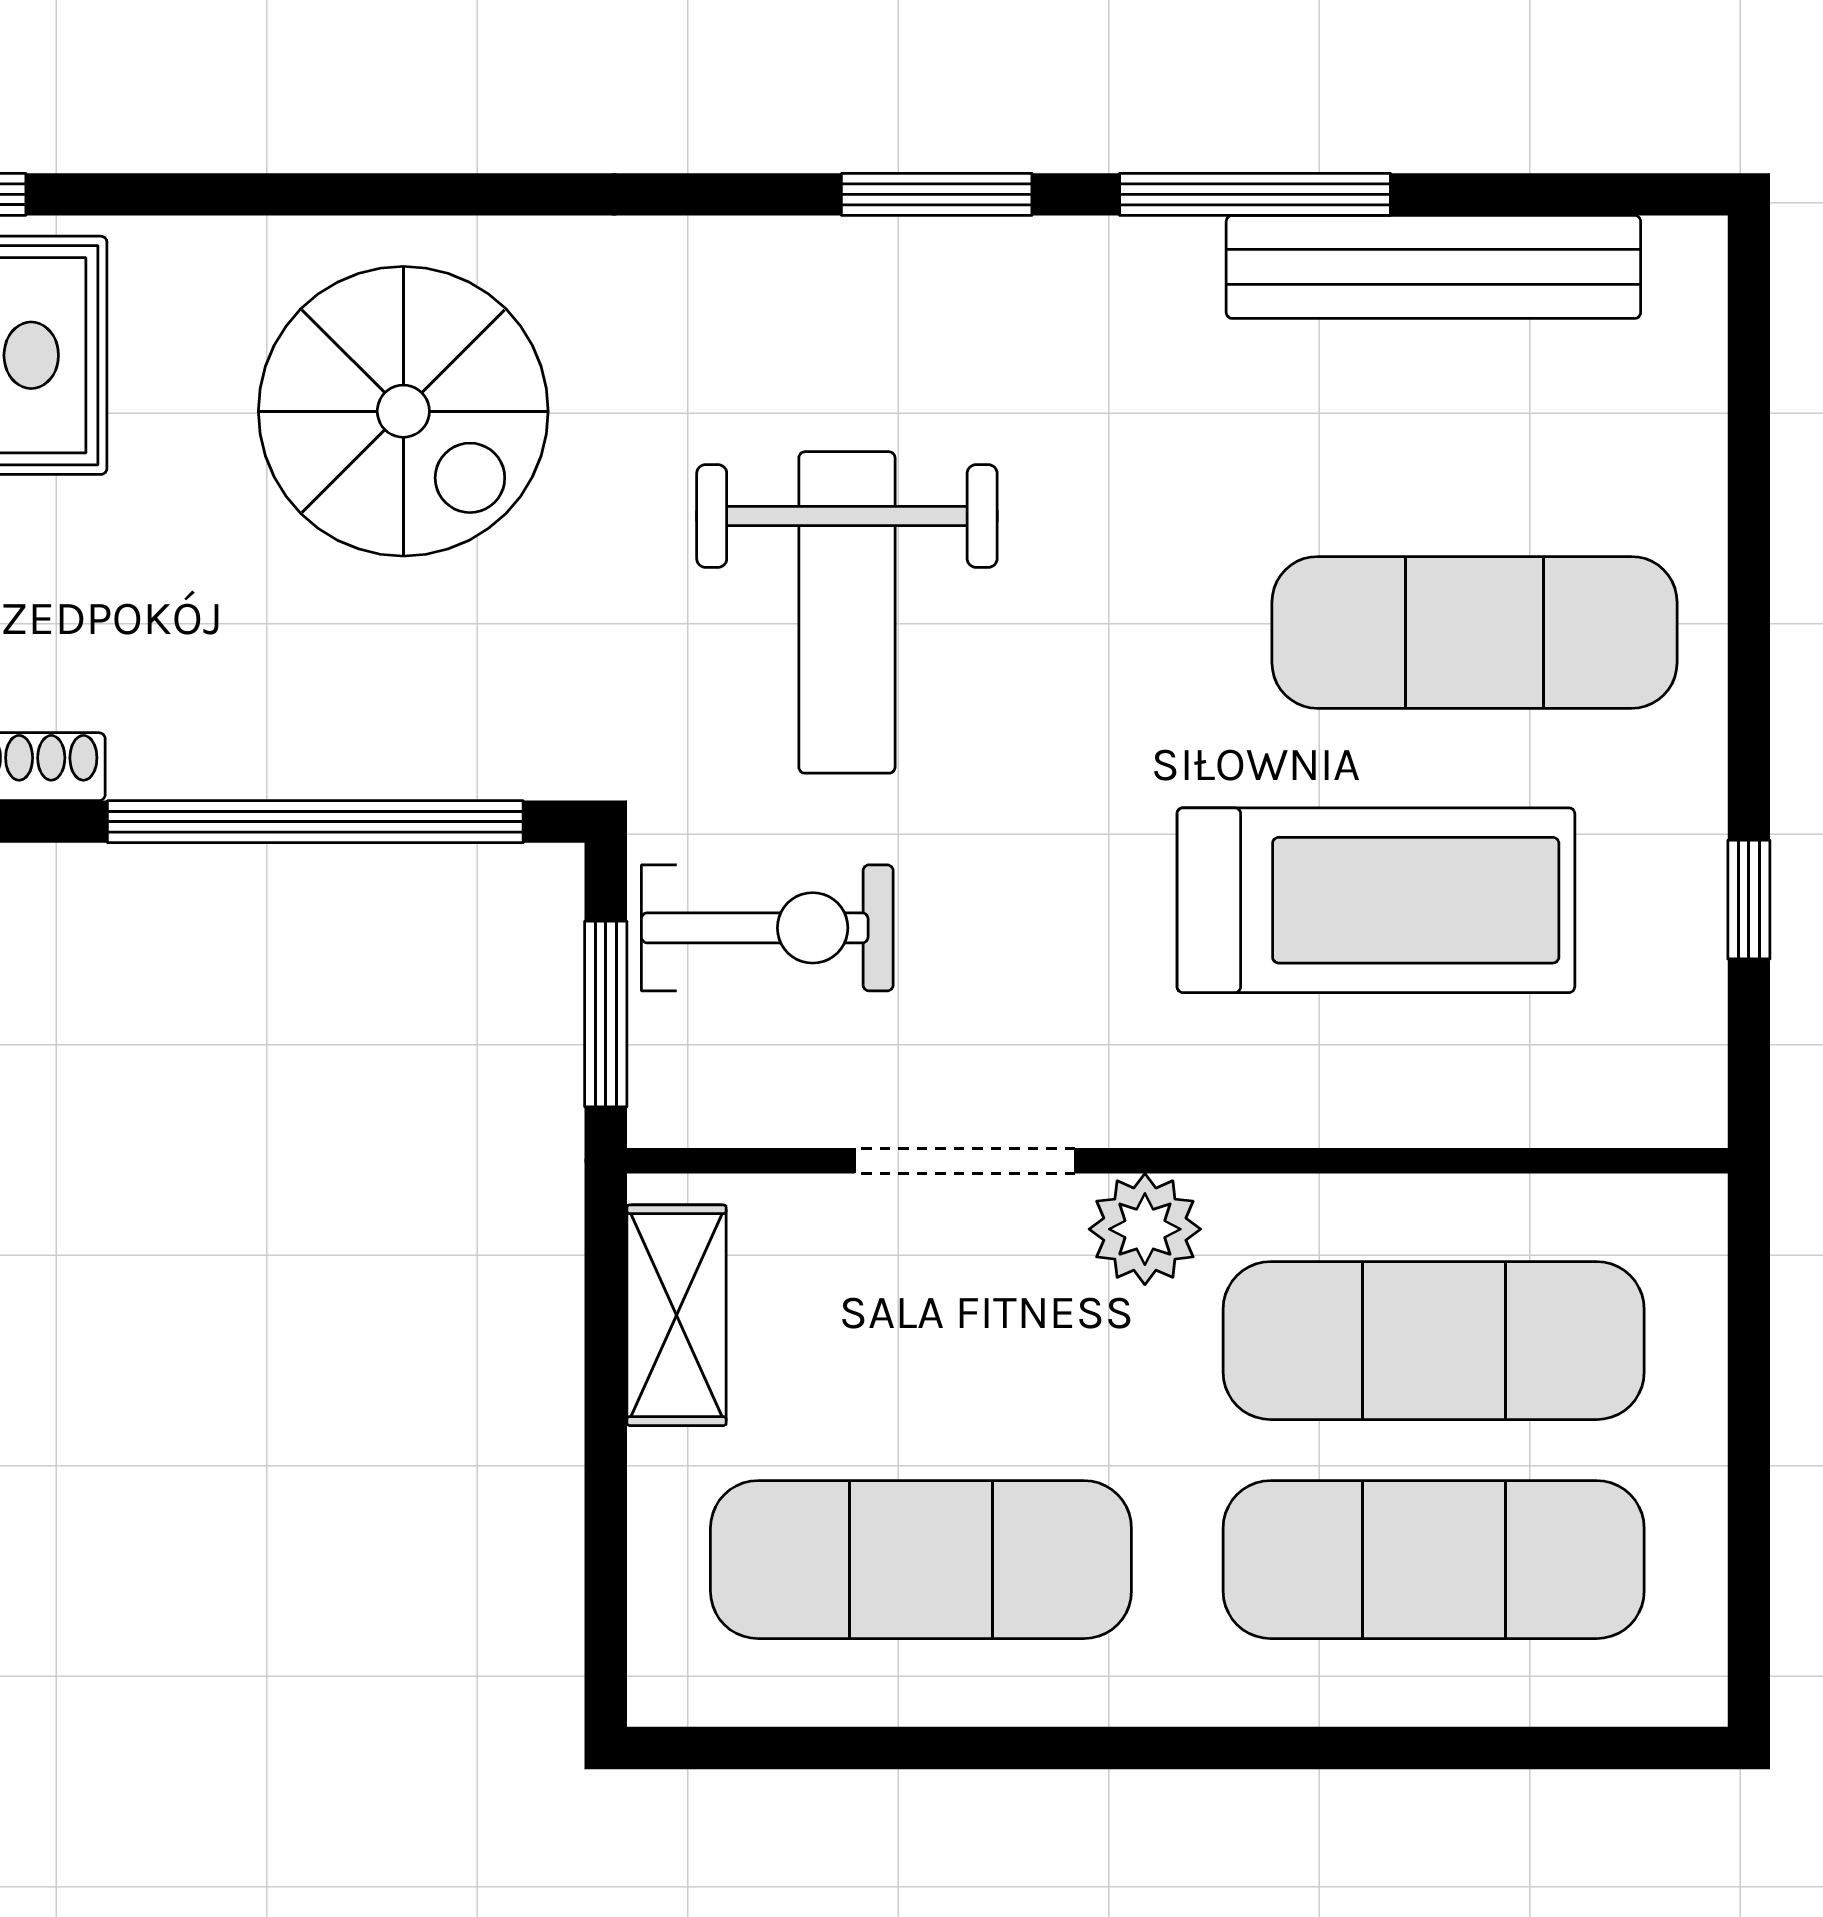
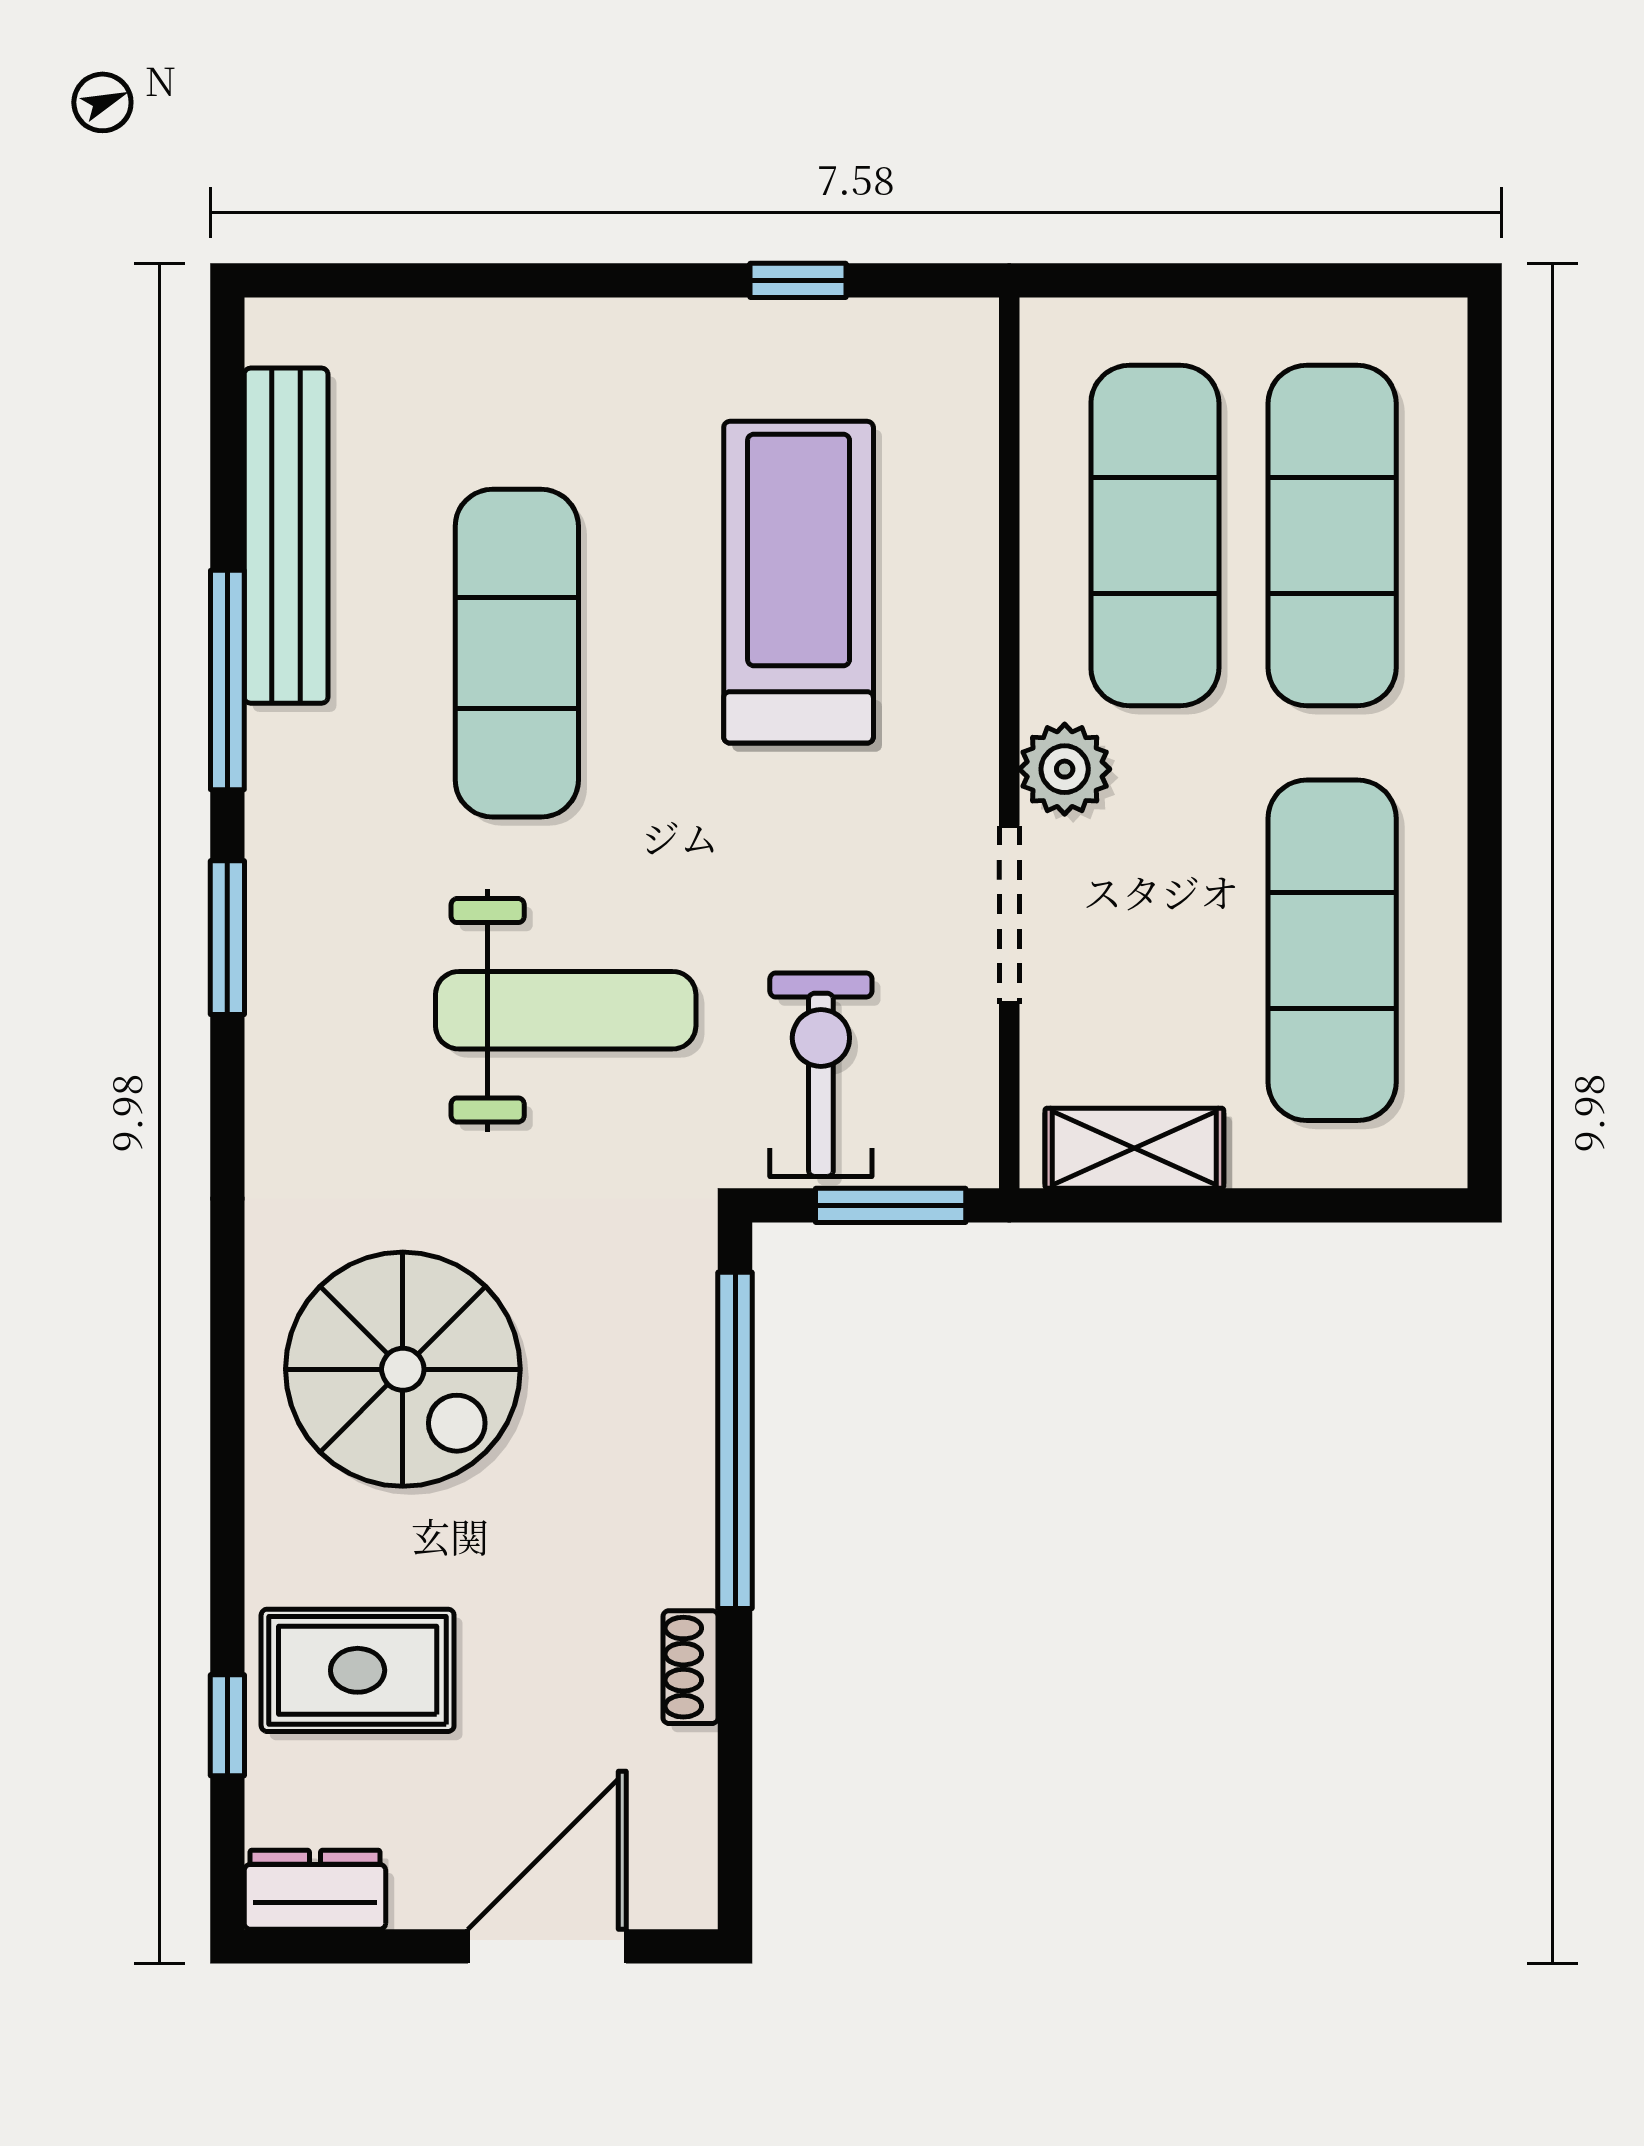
spiral stairs: (403, 411) -> (403, 1369), turned 90
exercise mat: (1475, 632) -> (517, 653), moved

